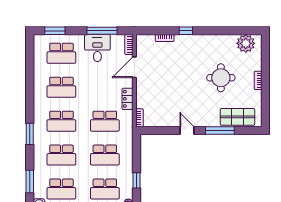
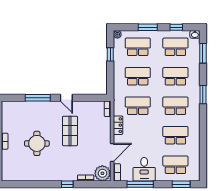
plant: (246, 43) -> (102, 173), moved
shop shelf: (237, 117) -> (70, 131), moved, turned 90

